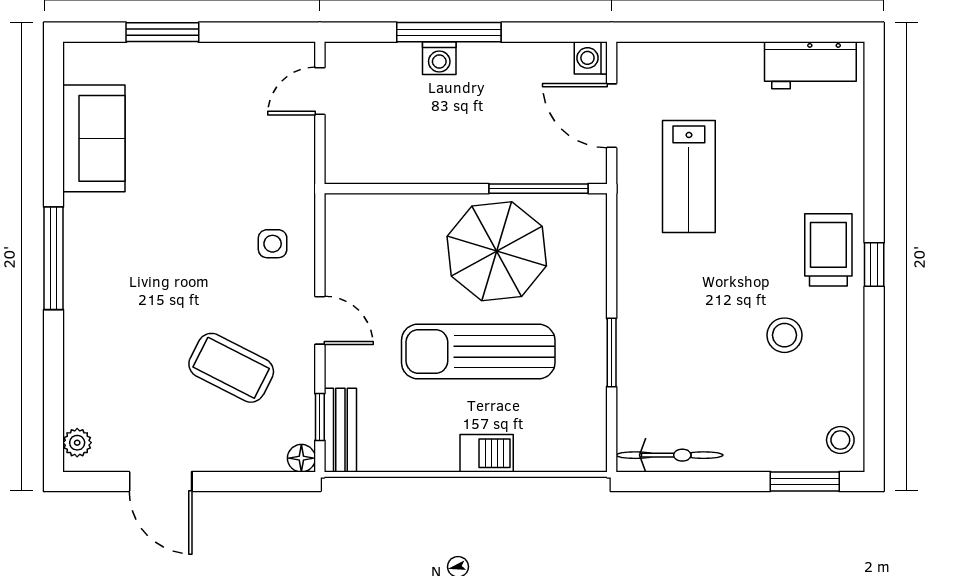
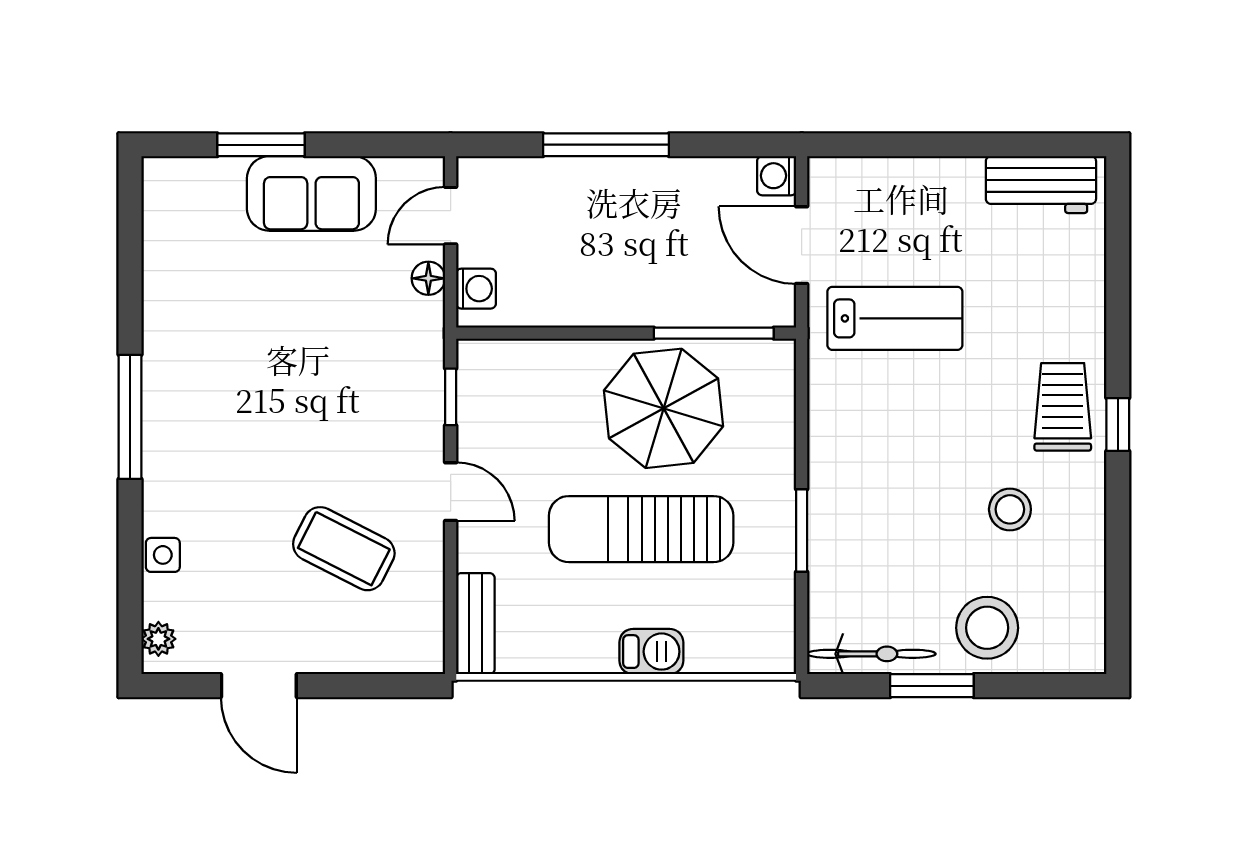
washing machine: (439, 58) -> (476, 289), moved, turned -90
sofa: (94, 138) -> (311, 193), moved, turned 90
lab bench: (689, 176) -> (895, 318), turned -90
side table: (273, 244) -> (163, 555), moved
window: (320, 417) -> (451, 397), moved
stool: (840, 440) -> (987, 628), moved, width x1.89, depth x1.89
floor lamp: (301, 458) -> (428, 278), moved
window: (805, 482) -> (932, 686), moved

